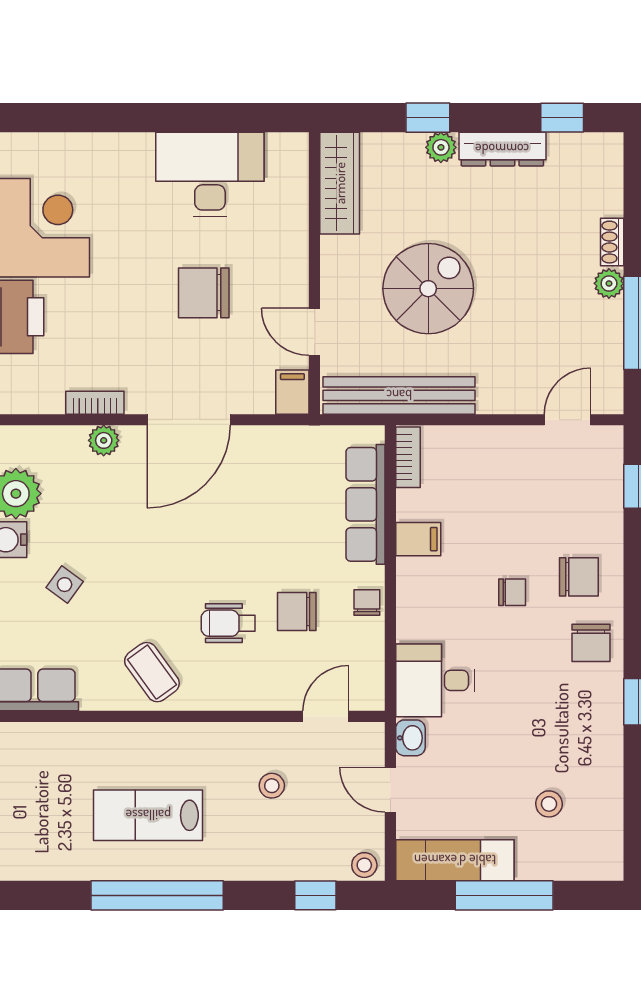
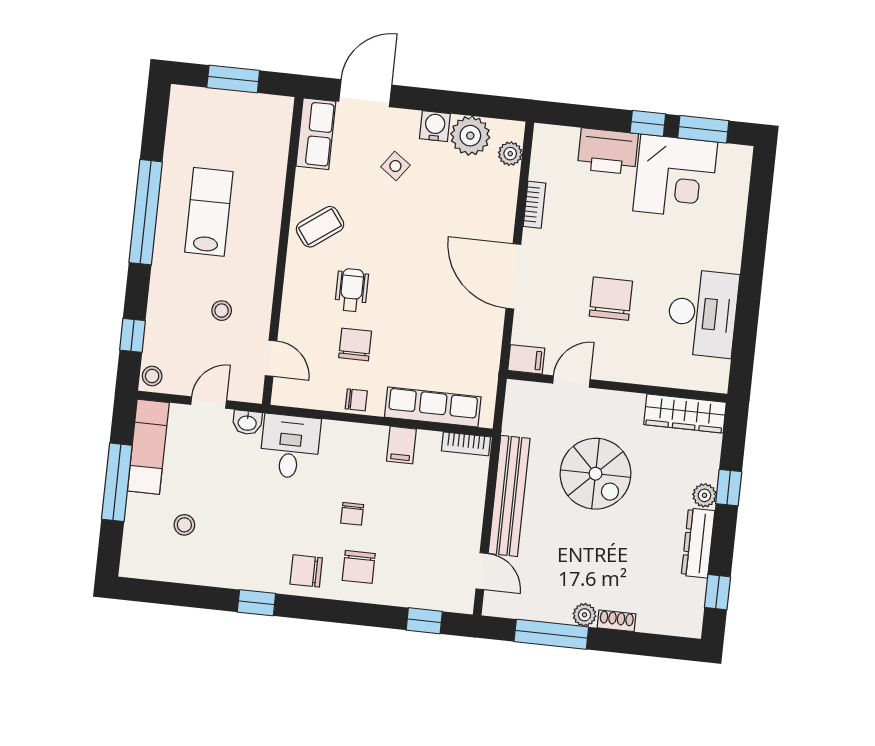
bench: (399, 395) -> (509, 496), moved
plant: (104, 440) -> (510, 154), moved

